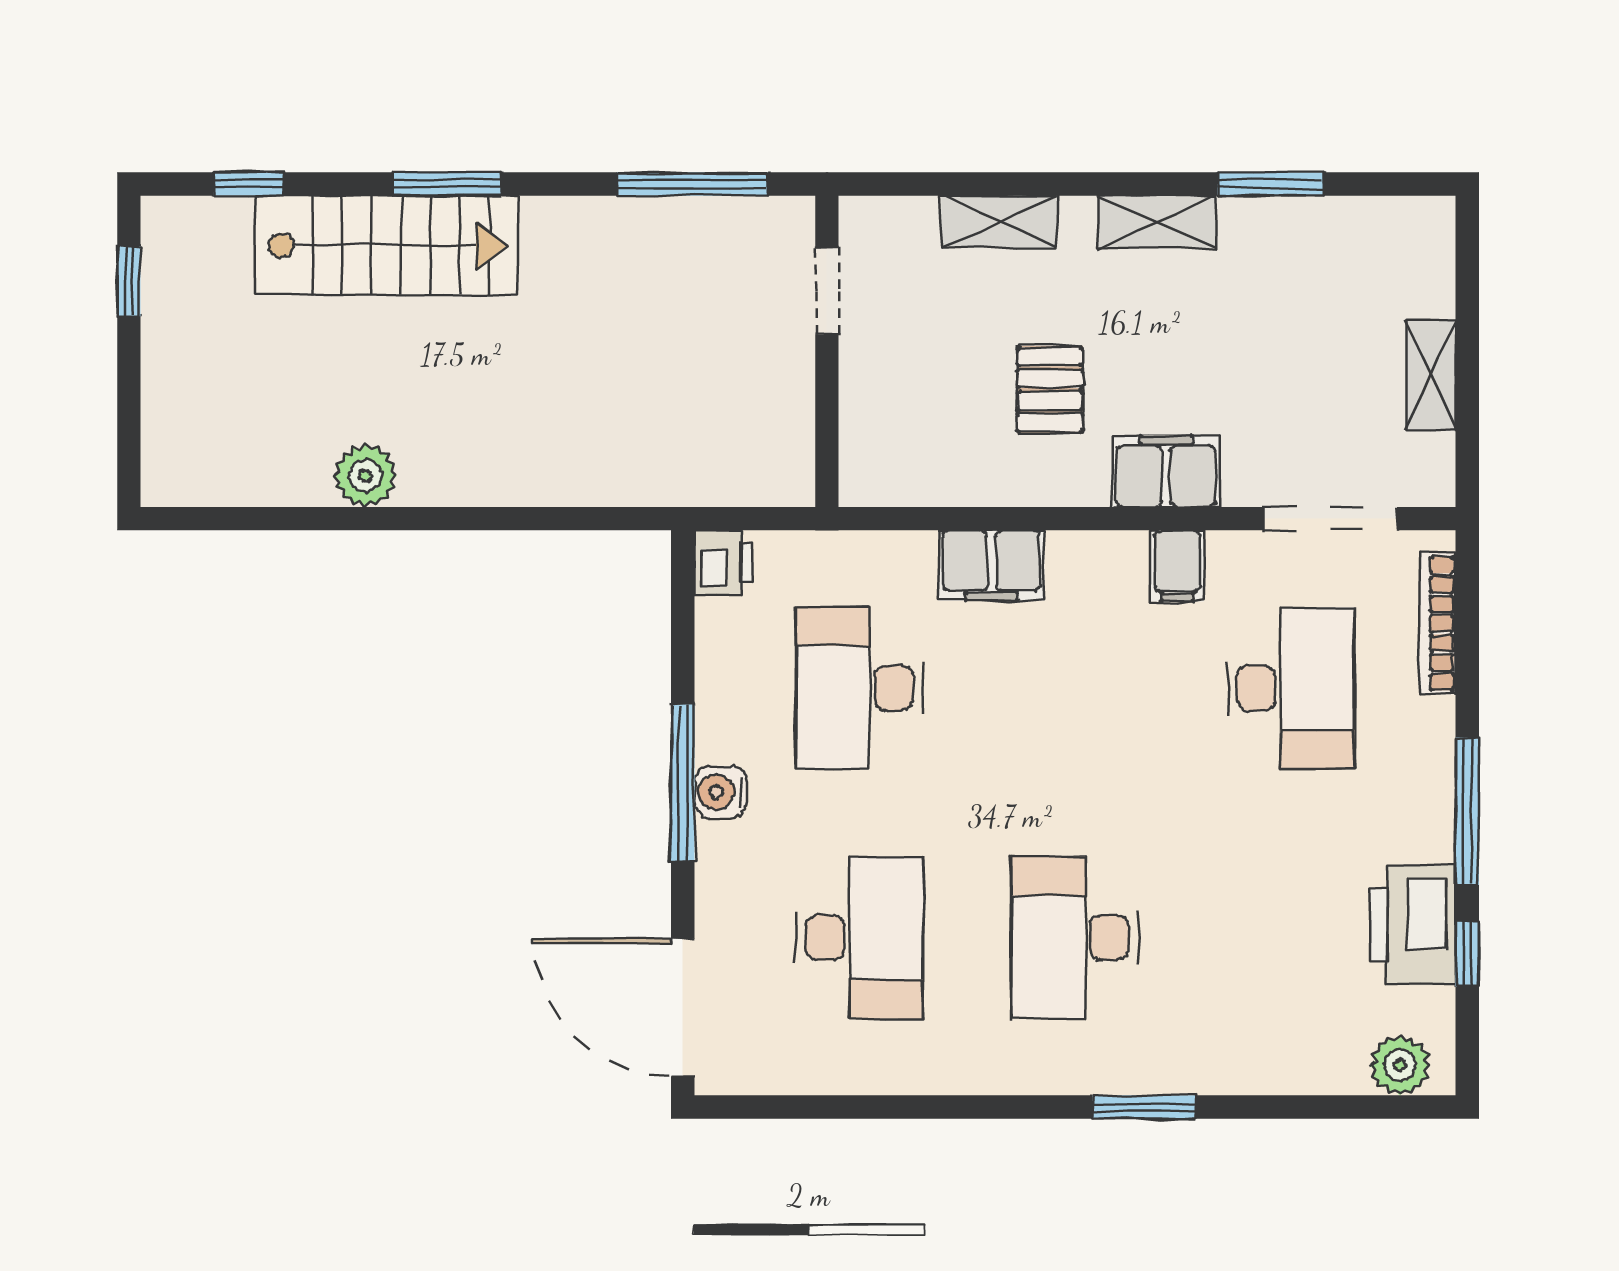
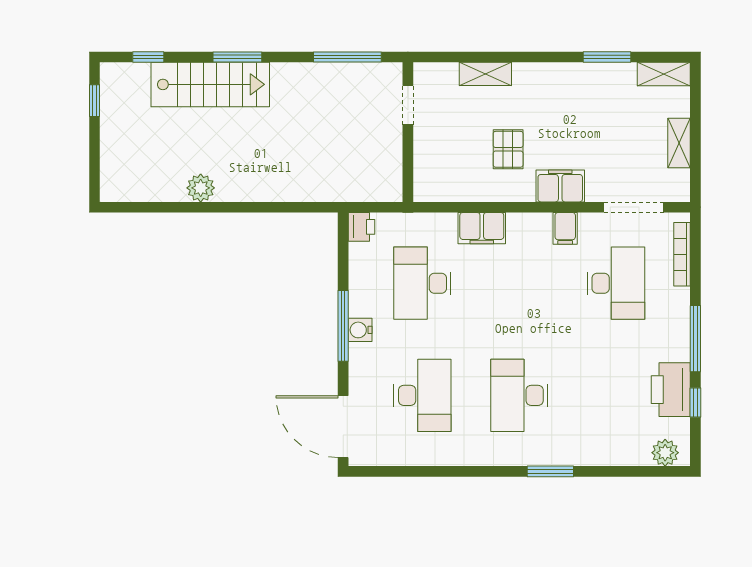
shelving: (1157, 222) -> (664, 74), moved

